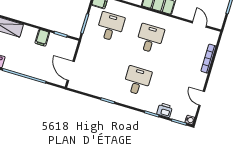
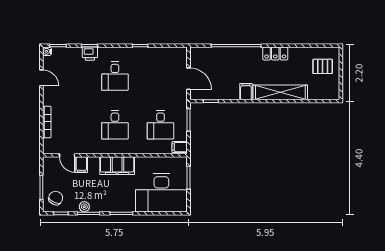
filing cabinet: (189, 13) -> (81, 165), added
filing cabinet: (42, 38) -> (246, 92), moved
door: (71, 71) -> (189, 79), moved
printer: (165, 110) -> (90, 54), moved

